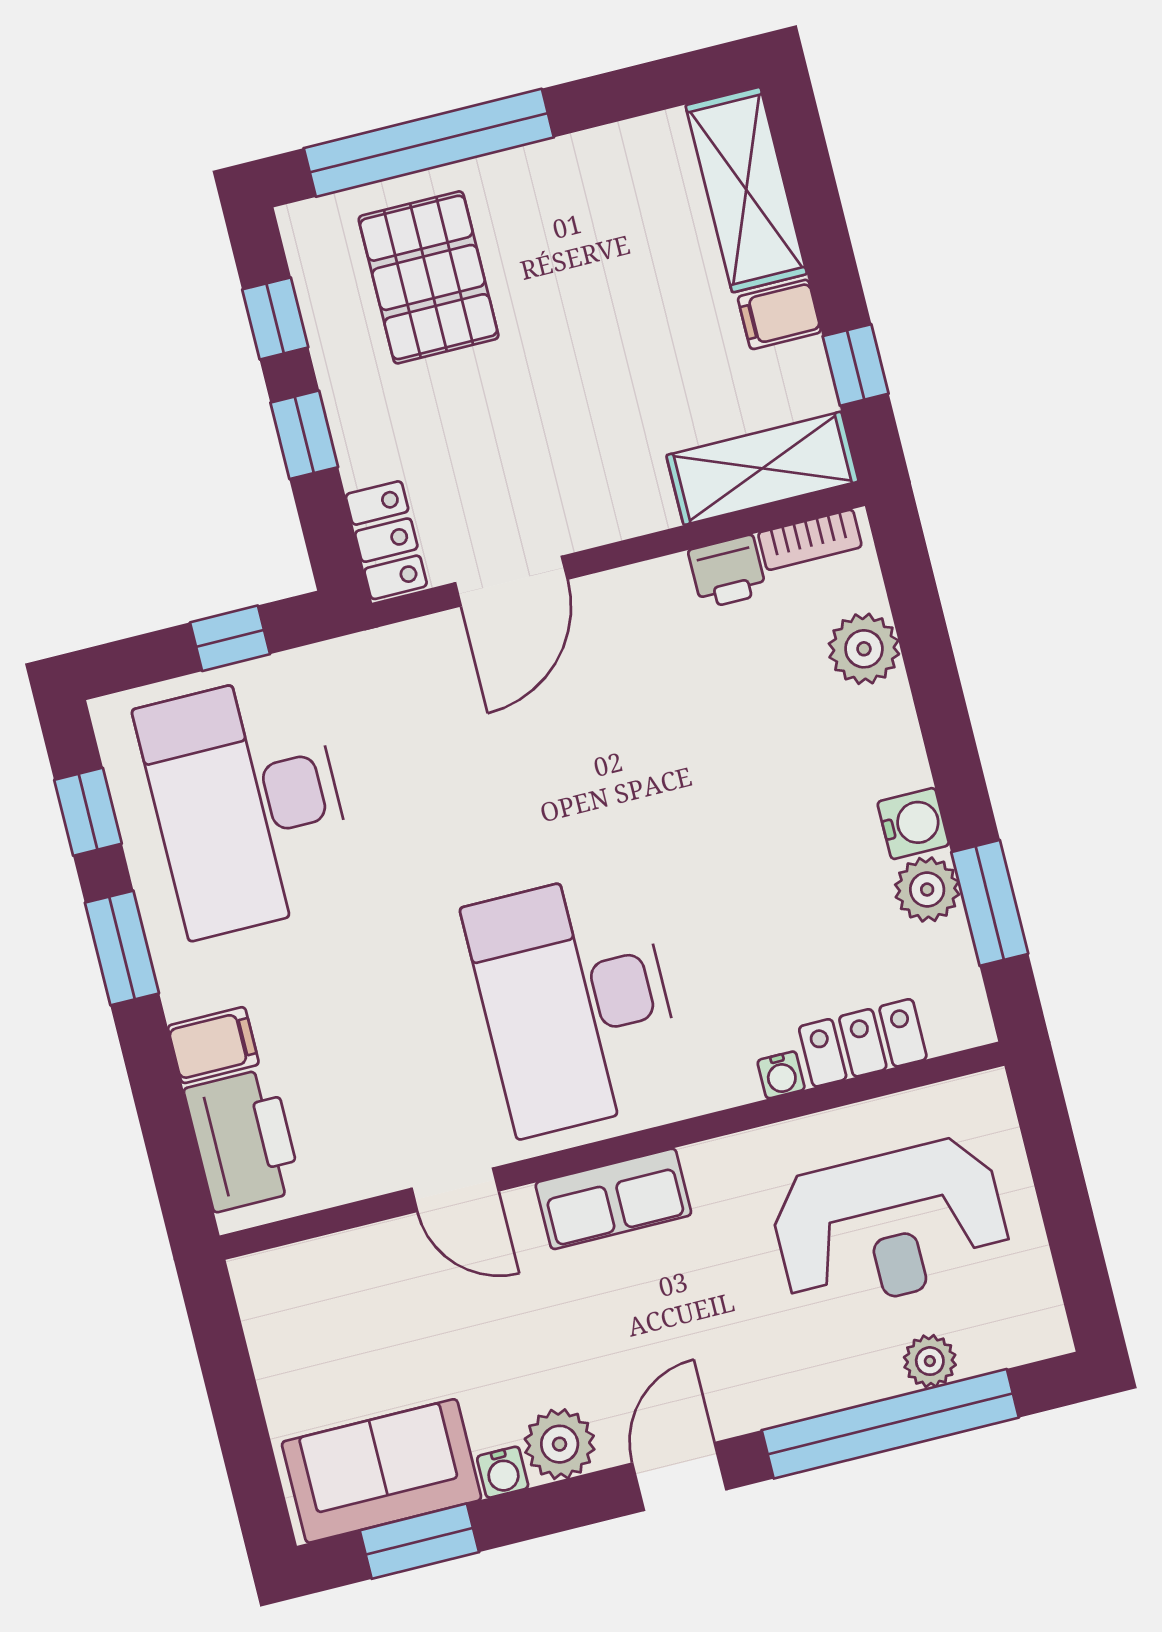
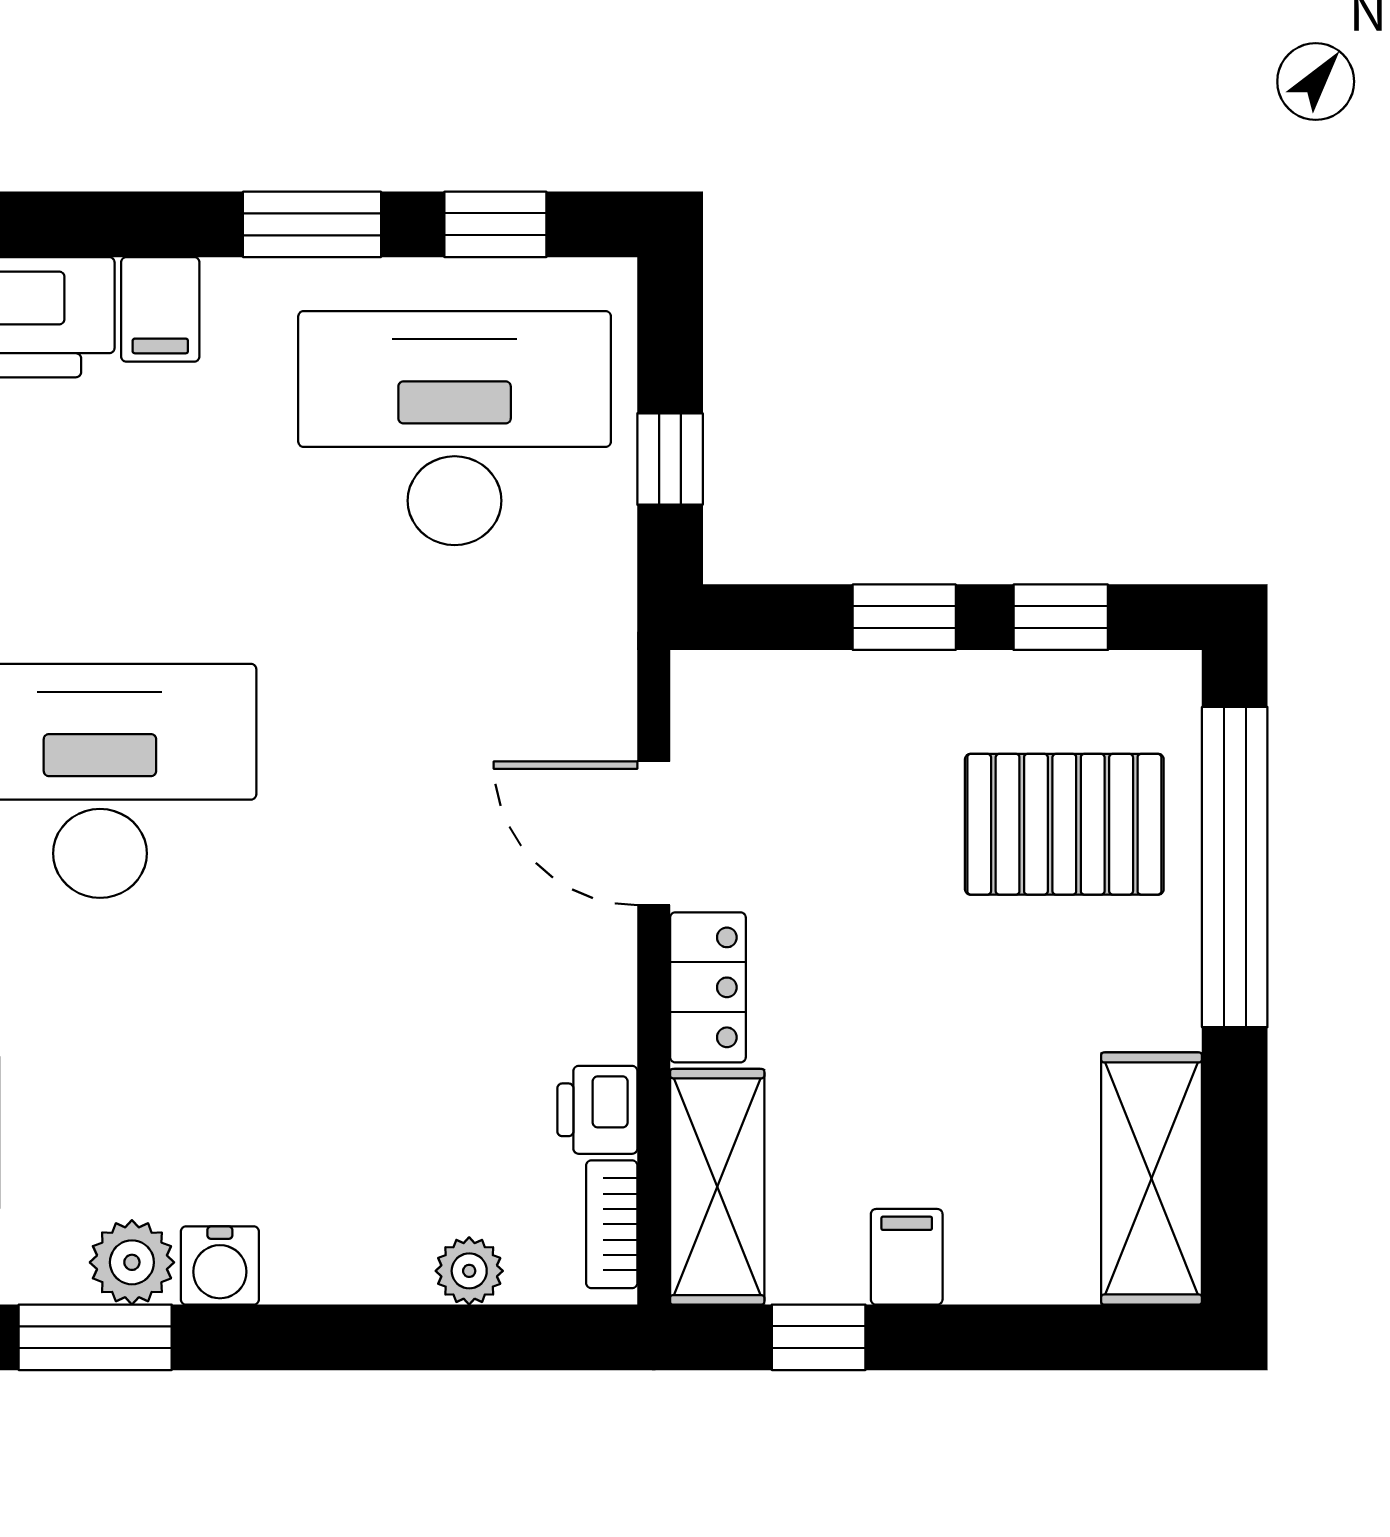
shelving: (746, 190) -> (1152, 1178), moved, turned 90
locker: (386, 540) -> (708, 987), moved, turned -90
plant: (864, 649) -> (469, 1271), width x0.73, depth x0.73

